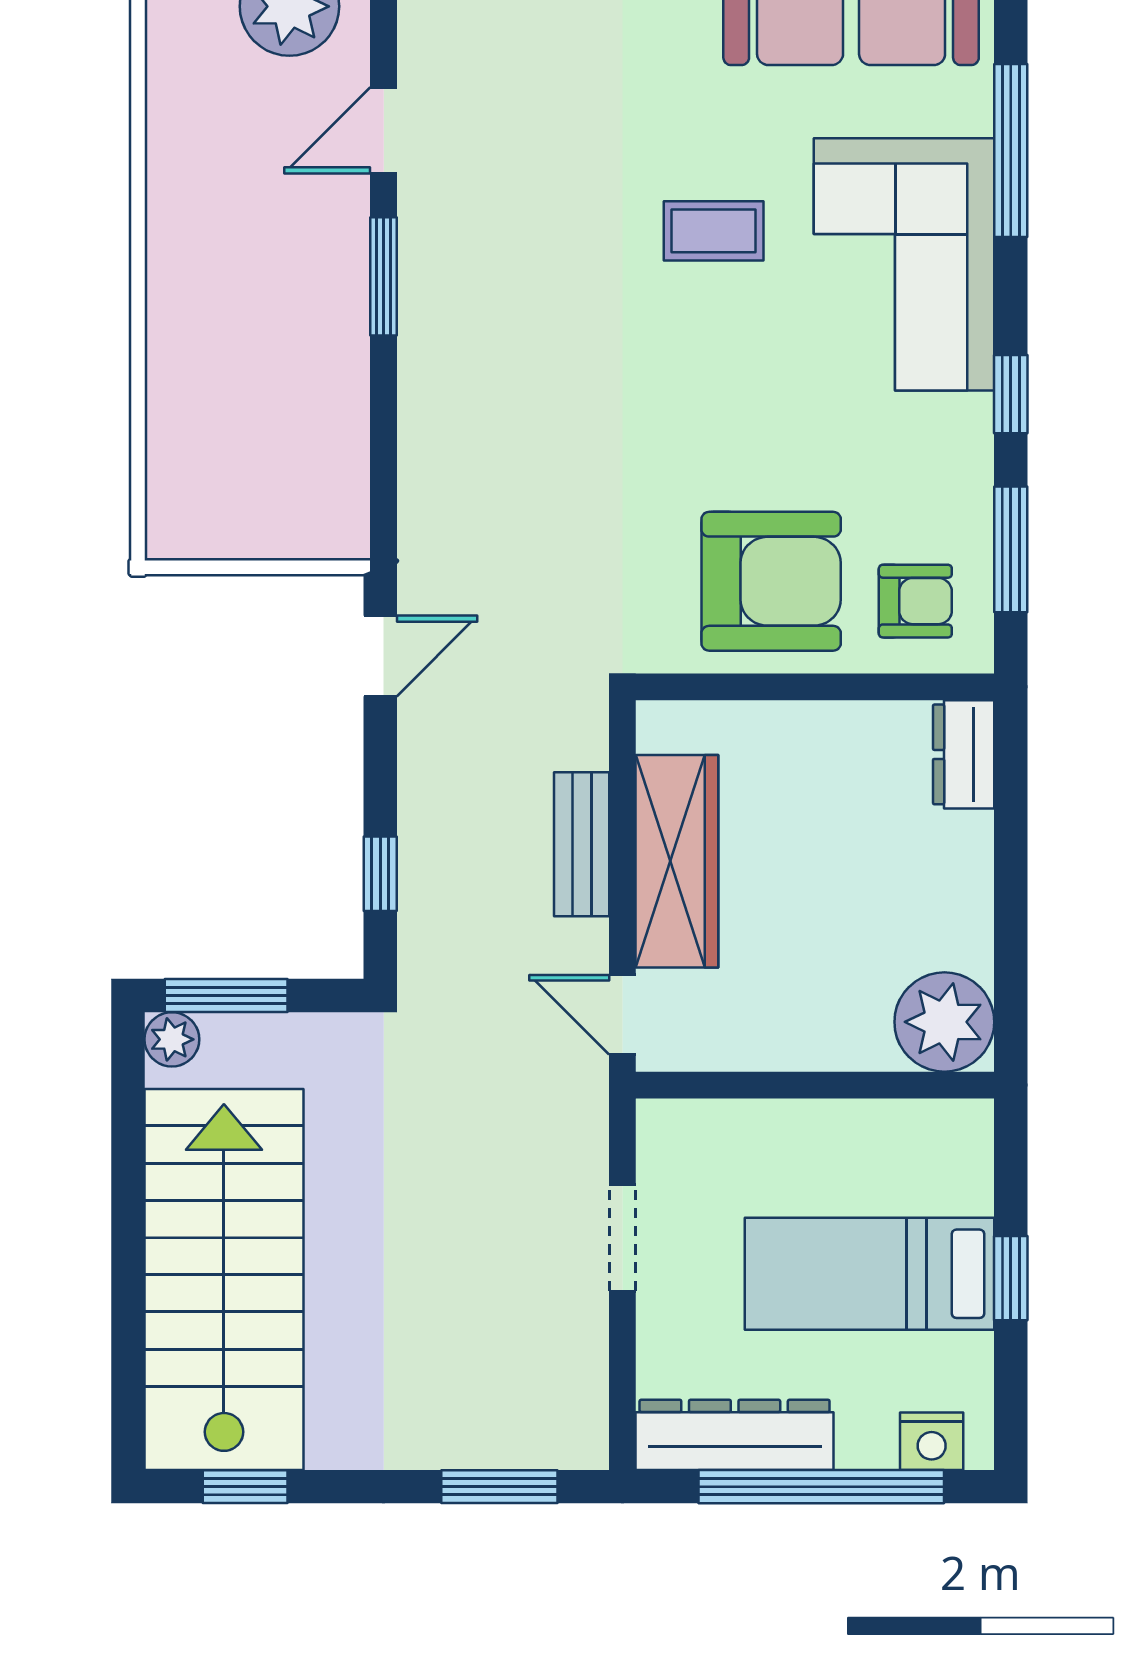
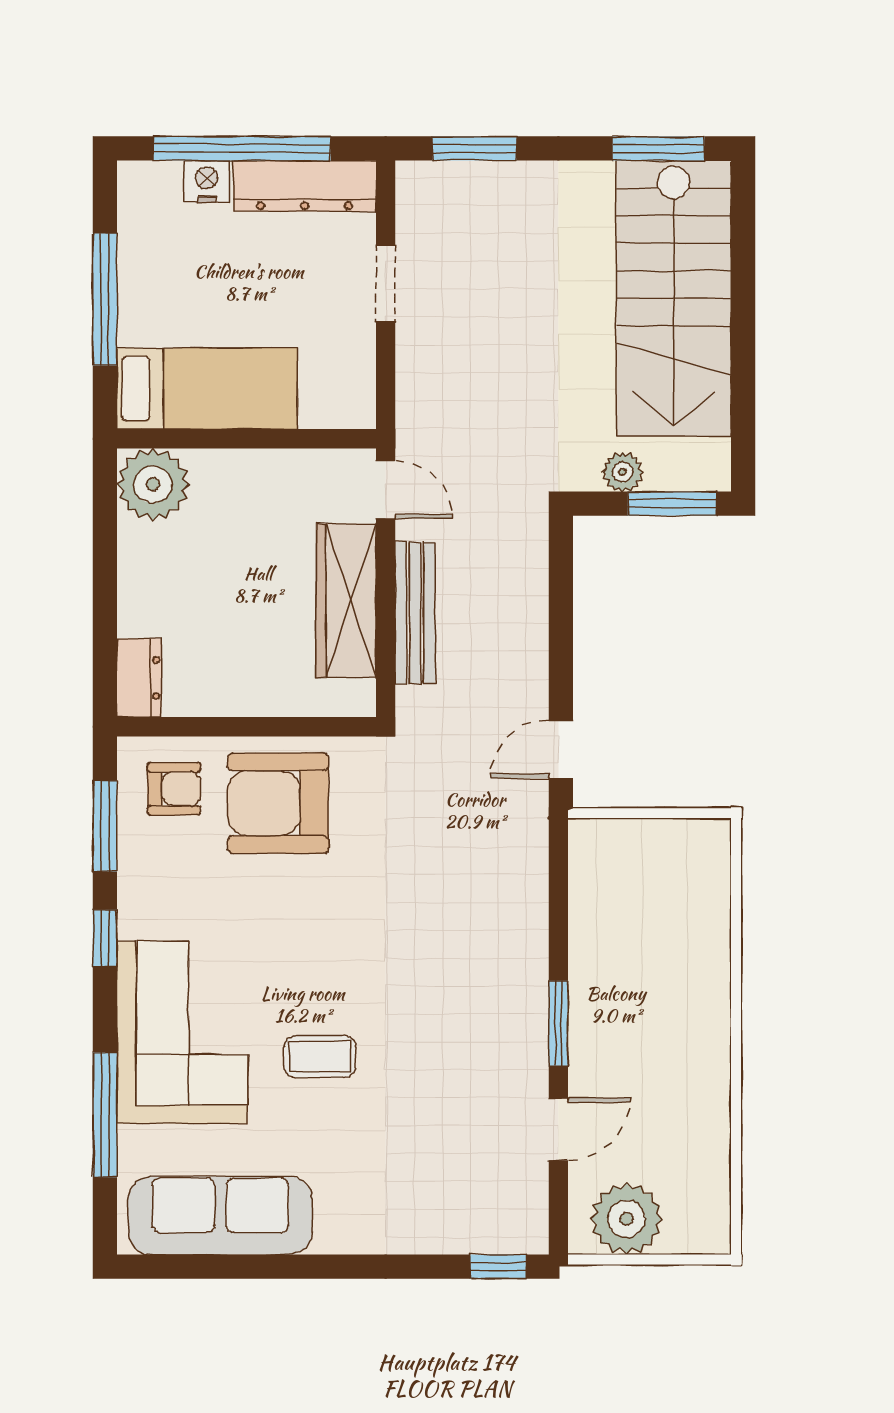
armchair: (915, 601) -> (174, 789), turned 180
bench: (582, 844) -> (415, 613), width x1.36
window: (380, 874) -> (561, 592), removed
plant: (172, 1039) -> (623, 472), moved
doorway: (622, 1238) -> (386, 284), moved
bed: (870, 1274) -> (207, 389), moved
window: (1011, 1278) -> (105, 299), width x2.17
nightstand: (932, 1441) -> (207, 181), moved
window: (245, 1487) -> (658, 148), width x1.50

